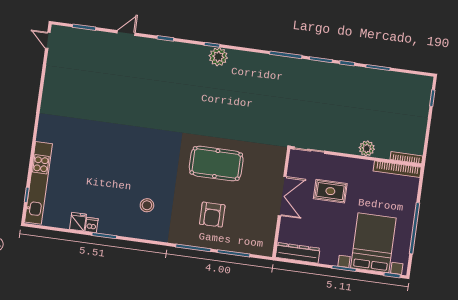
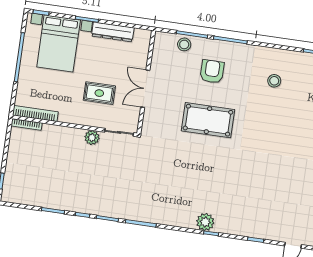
plant: (367, 148) -> (92, 138), moved
stool: (242, 243) -> (184, 44), added
dresser: (298, 253) -> (113, 32), moved

